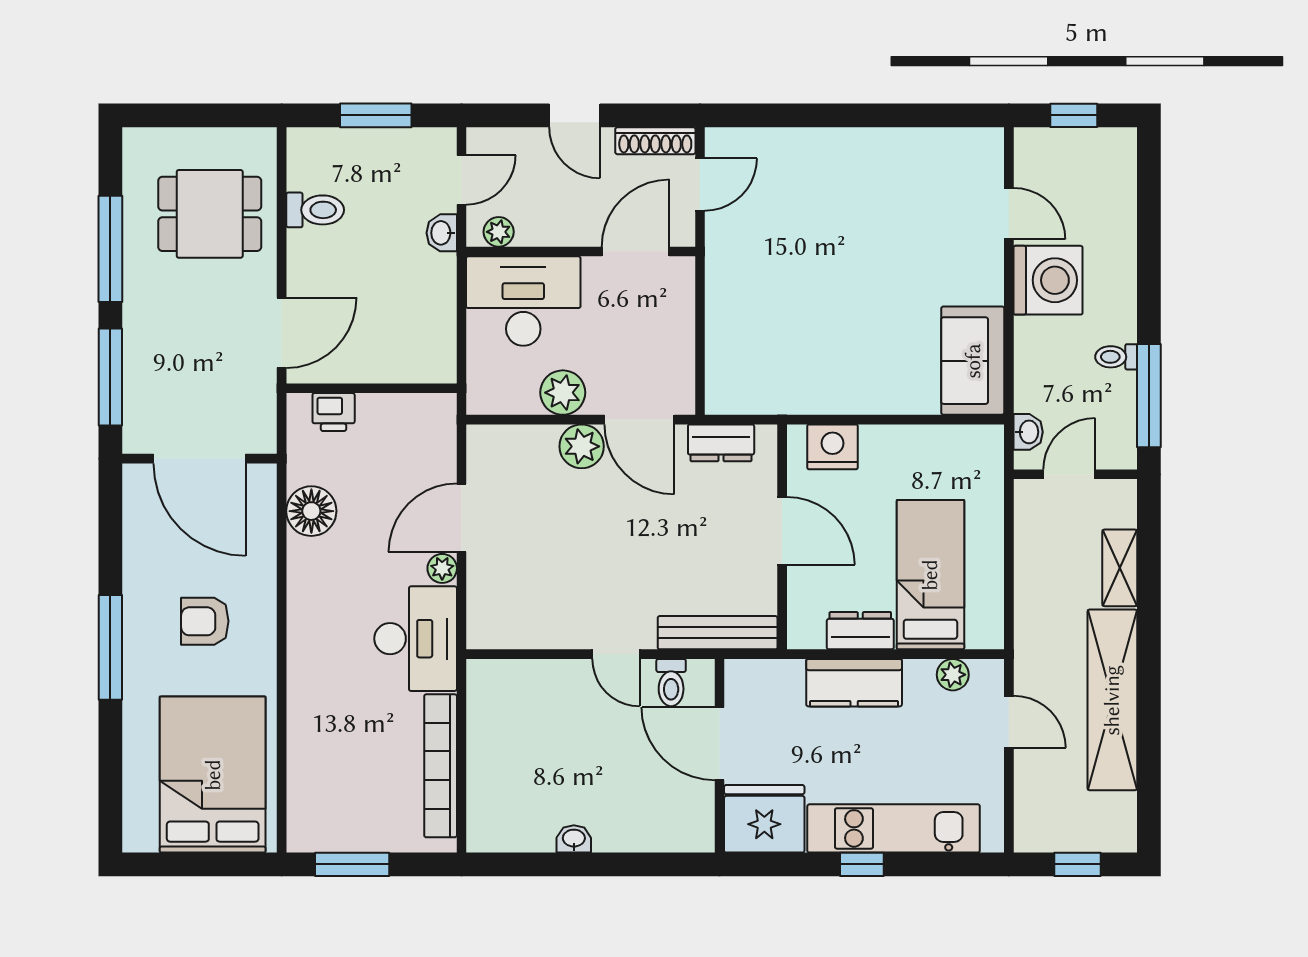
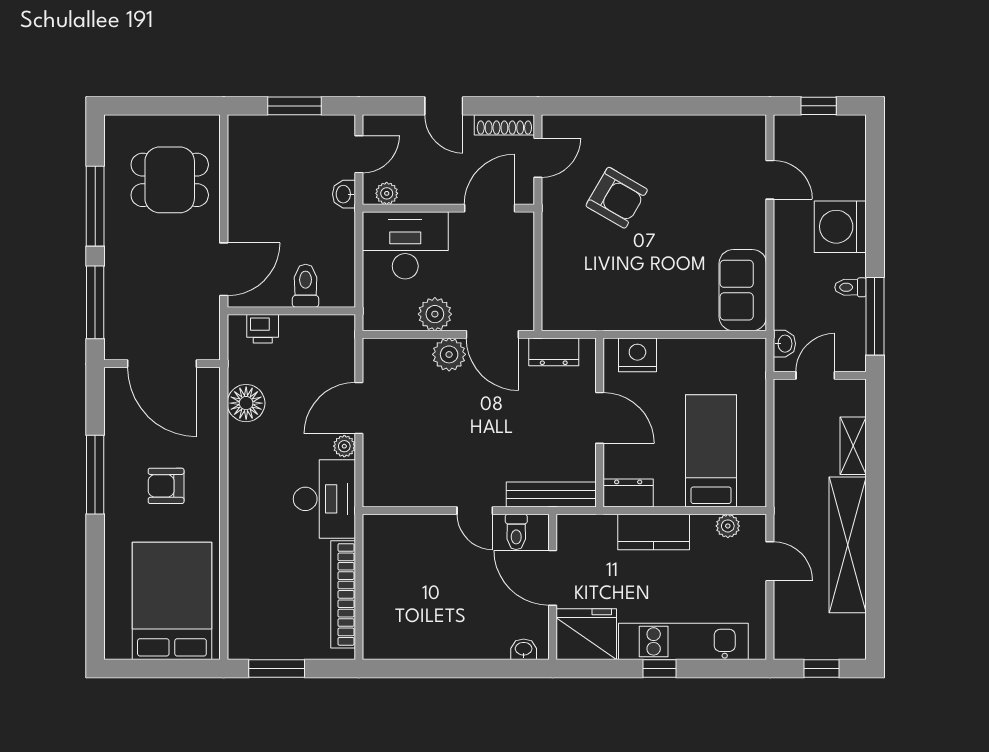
toilet: (315, 210) -> (306, 286), moved, turned -90
armchair: (805, 238) -> (617, 198), added
washing machine: (1048, 280) -> (840, 227), moved, turned 180
dresser: (860, 631) -> (628, 493), moved
window: (110, 647) -> (95, 475), moved
washbasin: (574, 839) -> (524, 649), moved

